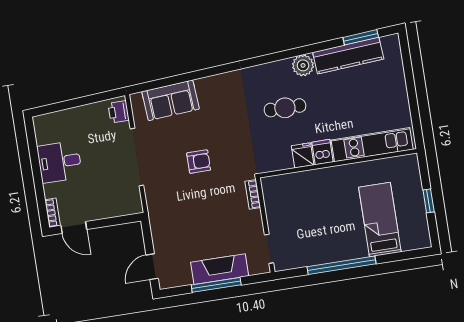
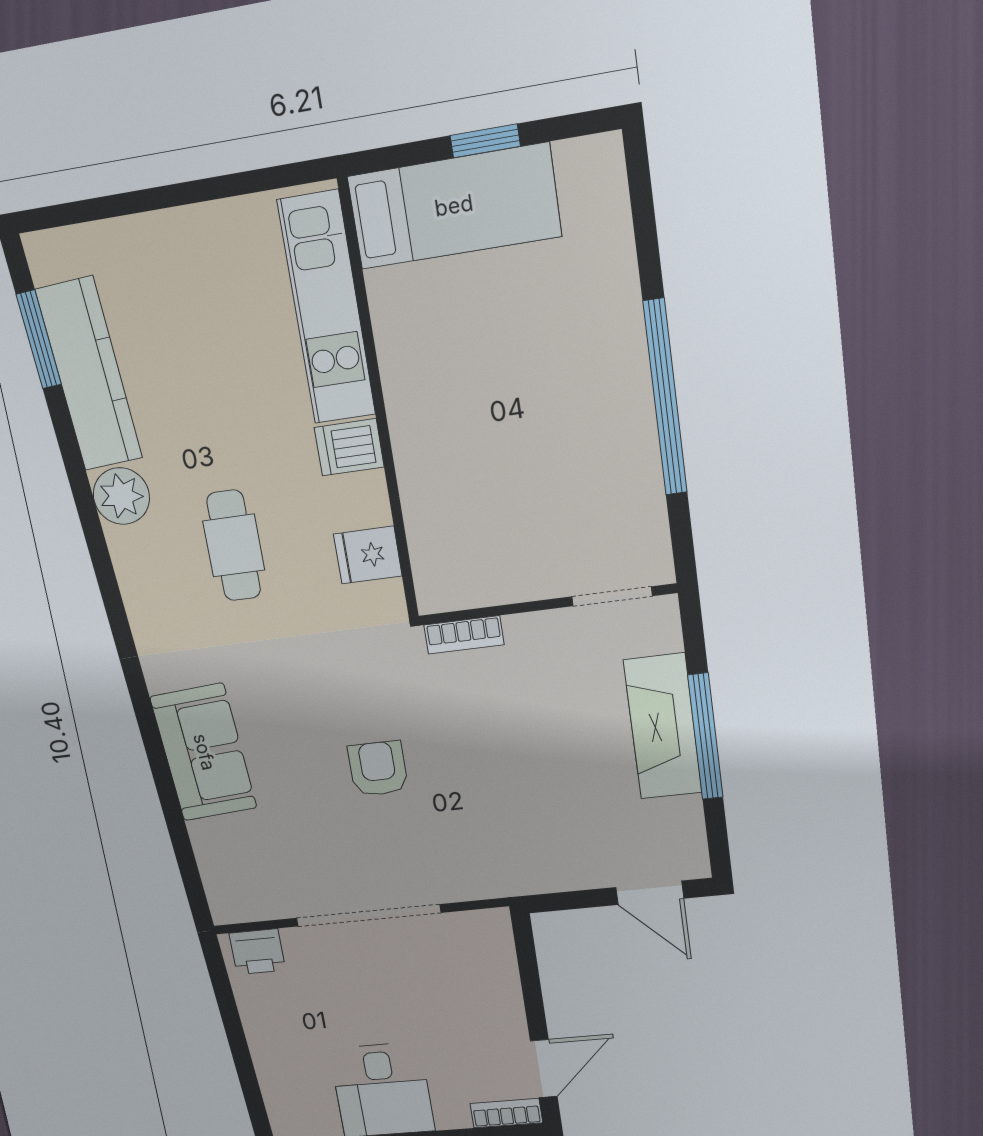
sofa: (171, 100) -> (204, 752), moved
fridge: (303, 155) -> (368, 555), moved
bed: (380, 220) -> (454, 206), moved, turned 180

